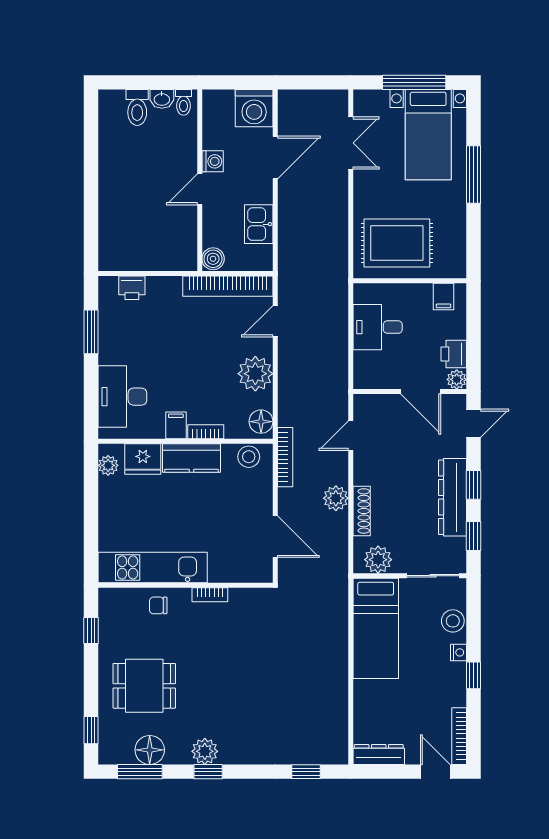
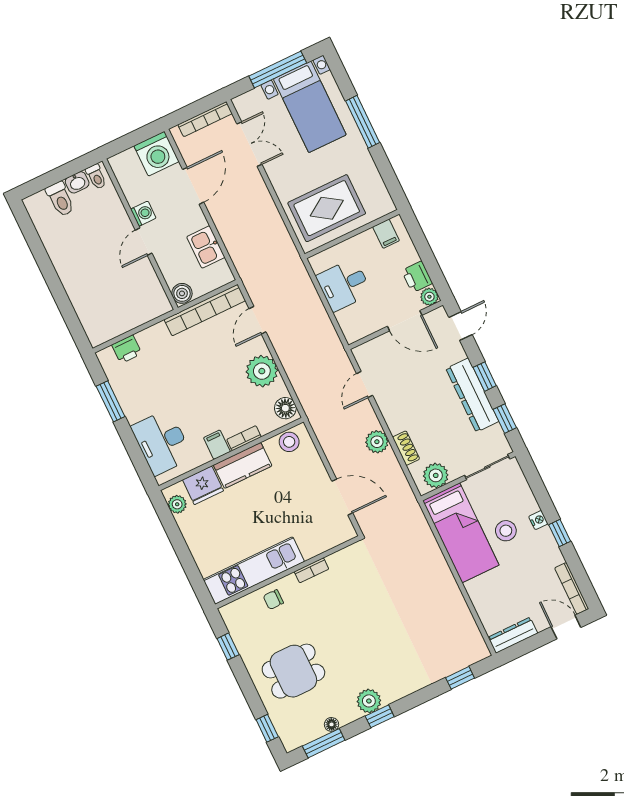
bookcase: (285, 457) -> (205, 119), moved, turned 90
shoe rack: (362, 511) -> (406, 448), width x0.70
stool: (453, 621) -> (506, 531), moved
floor lamp: (150, 750) -> (332, 724), width x0.53, depth x0.53

